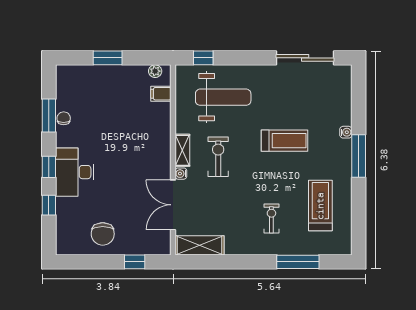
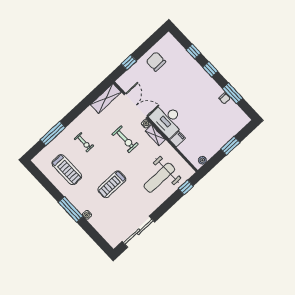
filing cabinet: (161, 94) -> (178, 139), moved
exercise bike: (218, 157) -> (125, 139), moved
desk: (75, 172) -> (167, 120), moved, turned 180

